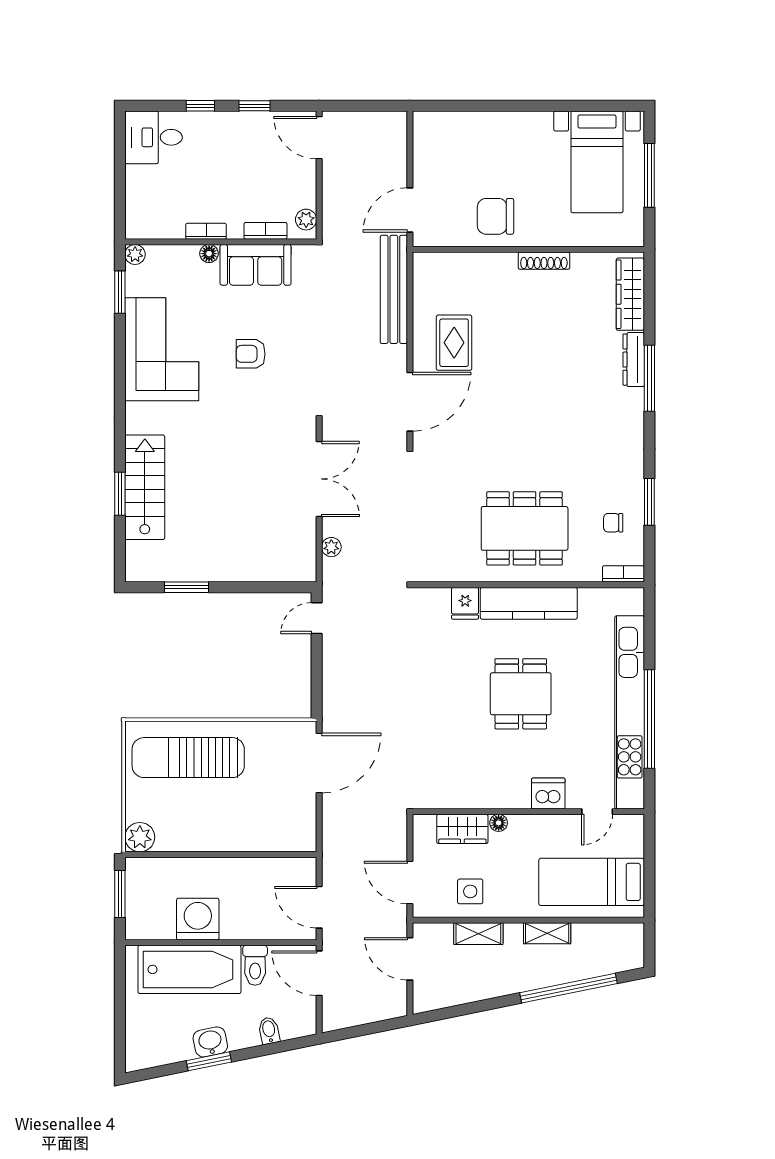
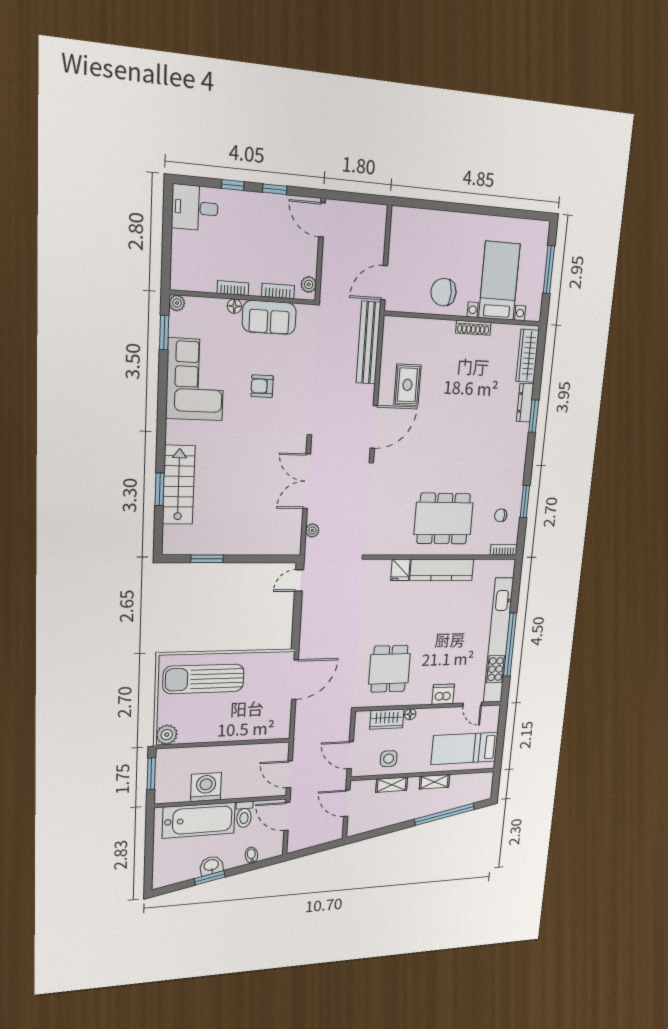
bed with nightstands: (597, 162) -> (499, 281), moved, turned 180
window: (649, 378) -> (534, 416), width x0.69
double door: (319, 479) -> (307, 481), swing flipped
dining table: (521, 694) -> (389, 669), moved
door: (597, 812) -> (472, 704), hinge flipped

